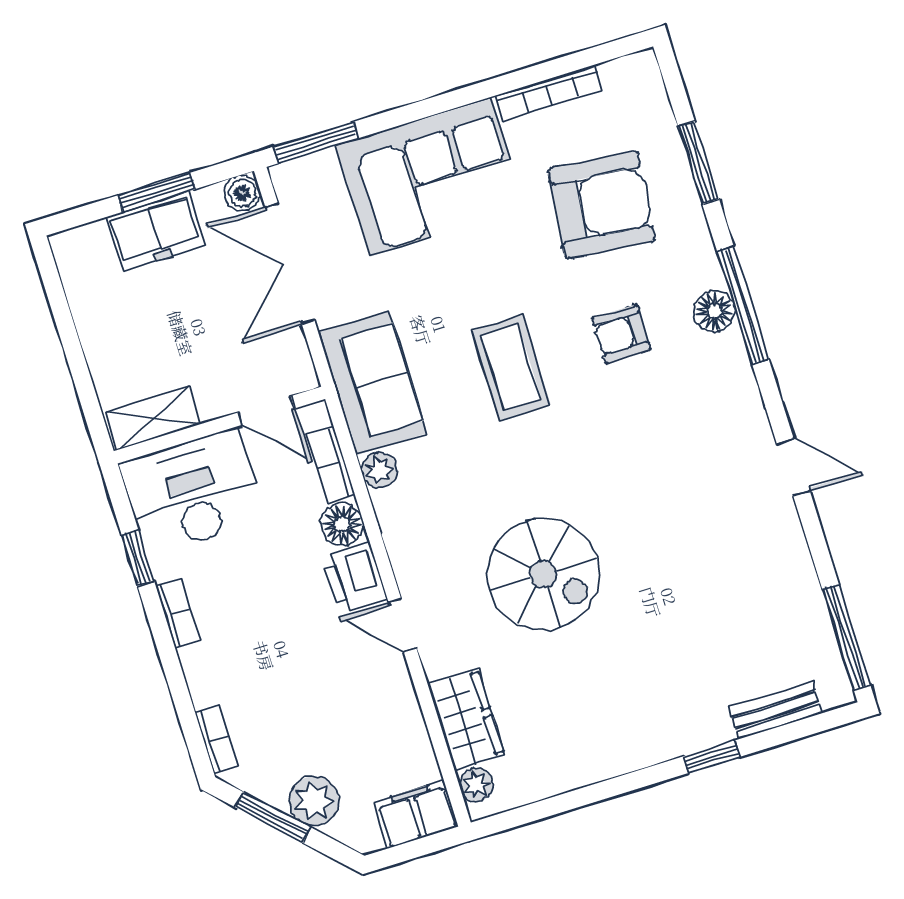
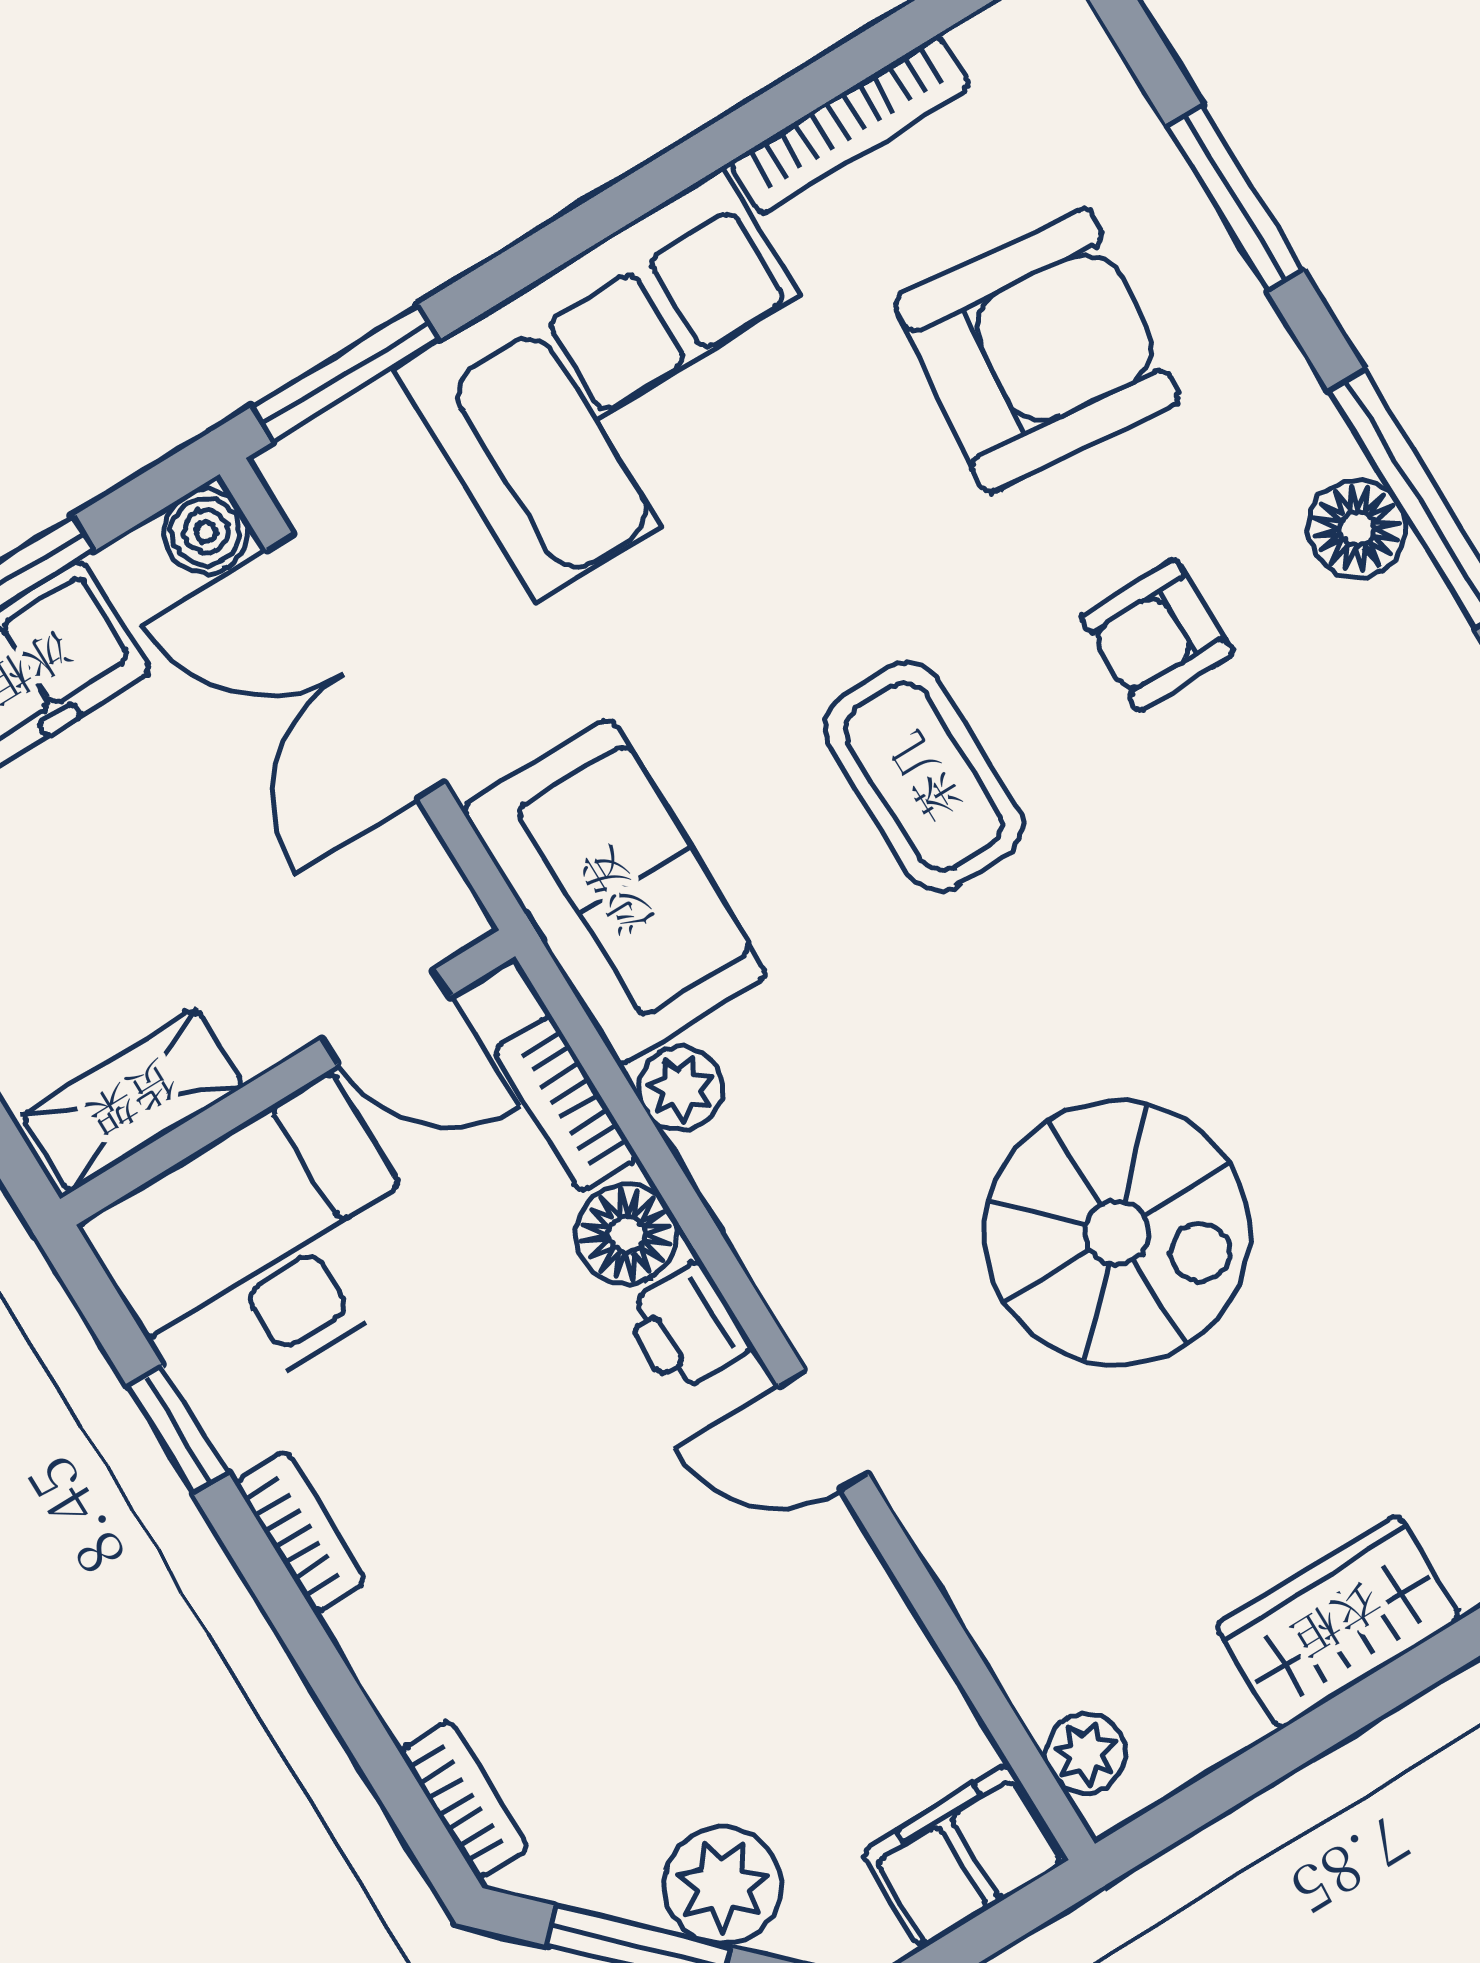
printer: (355, 578) -> (687, 1328), width x0.73, depth x0.81
wardrobe: (466, 719) -> (1338, 1622), moved, turned -90

